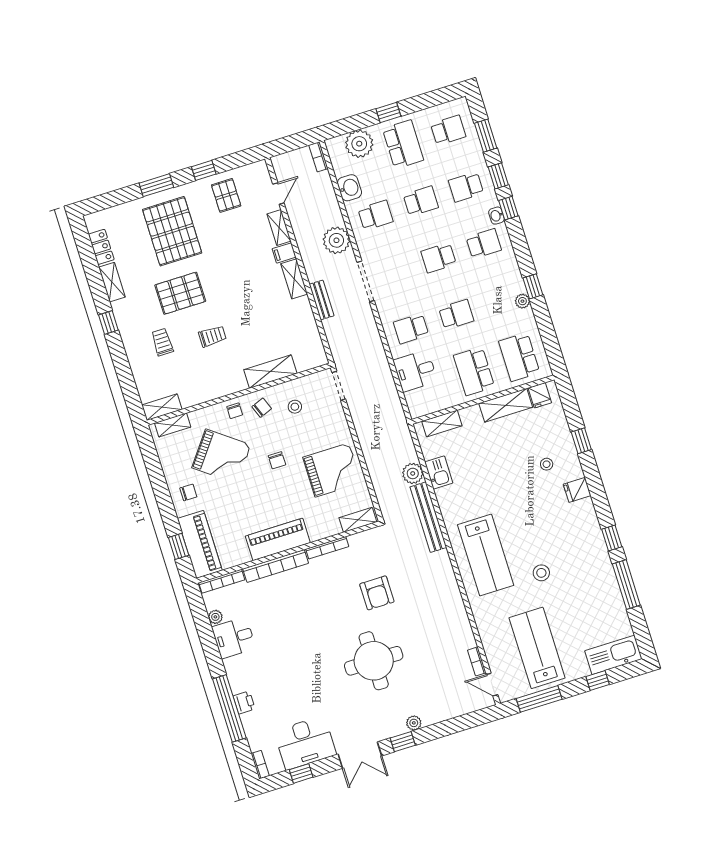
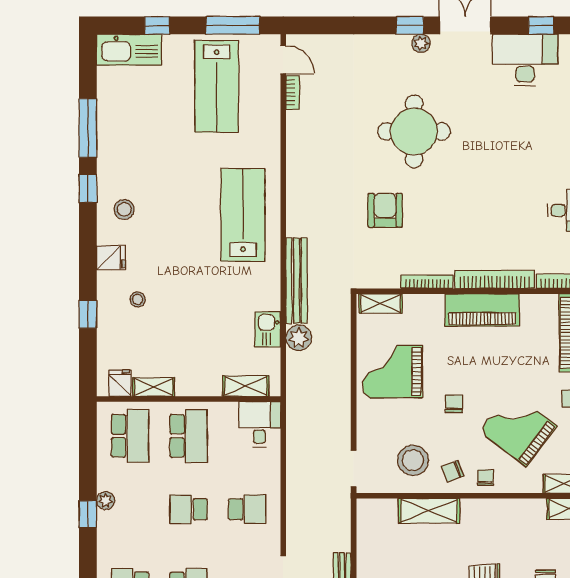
desk: (415, 371) -> (259, 424), moved, turned -90
shelving: (506, 405) -> (154, 387), width x0.67, depth x0.75
stool: (295, 407) -> (413, 460), width x1.89, depth x1.89
stool: (541, 573) -> (124, 209), moved
plant: (414, 723) -> (421, 43), moved

